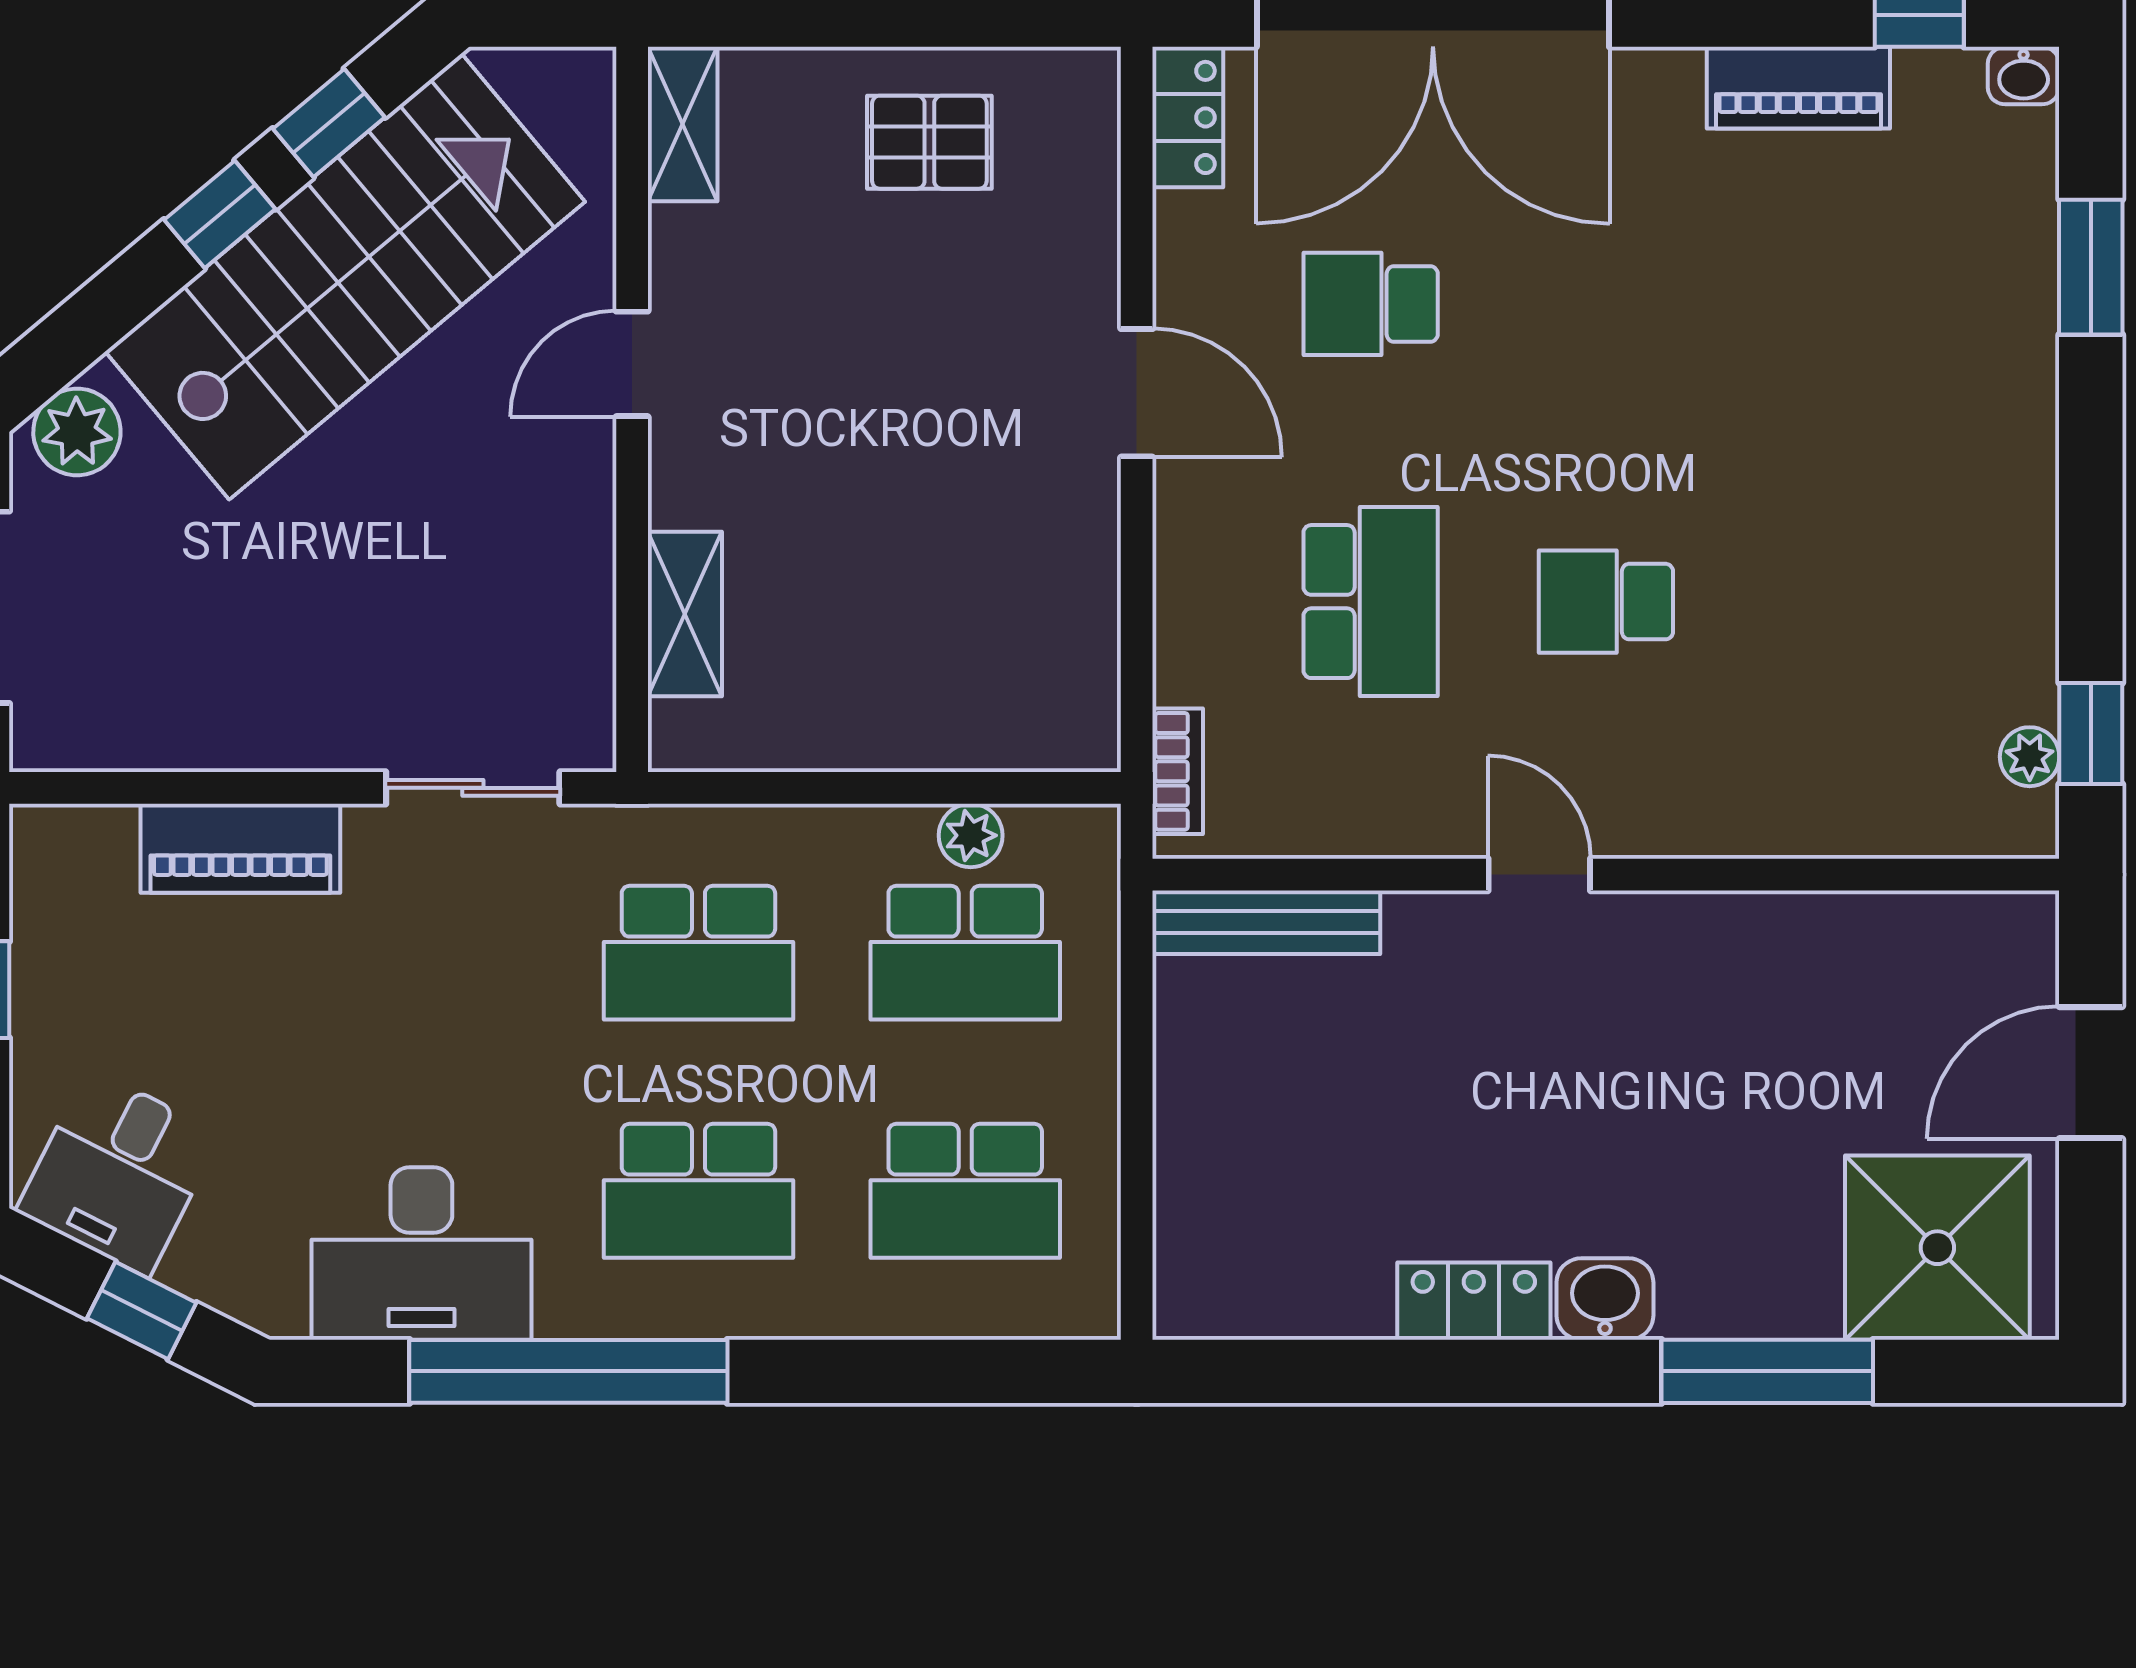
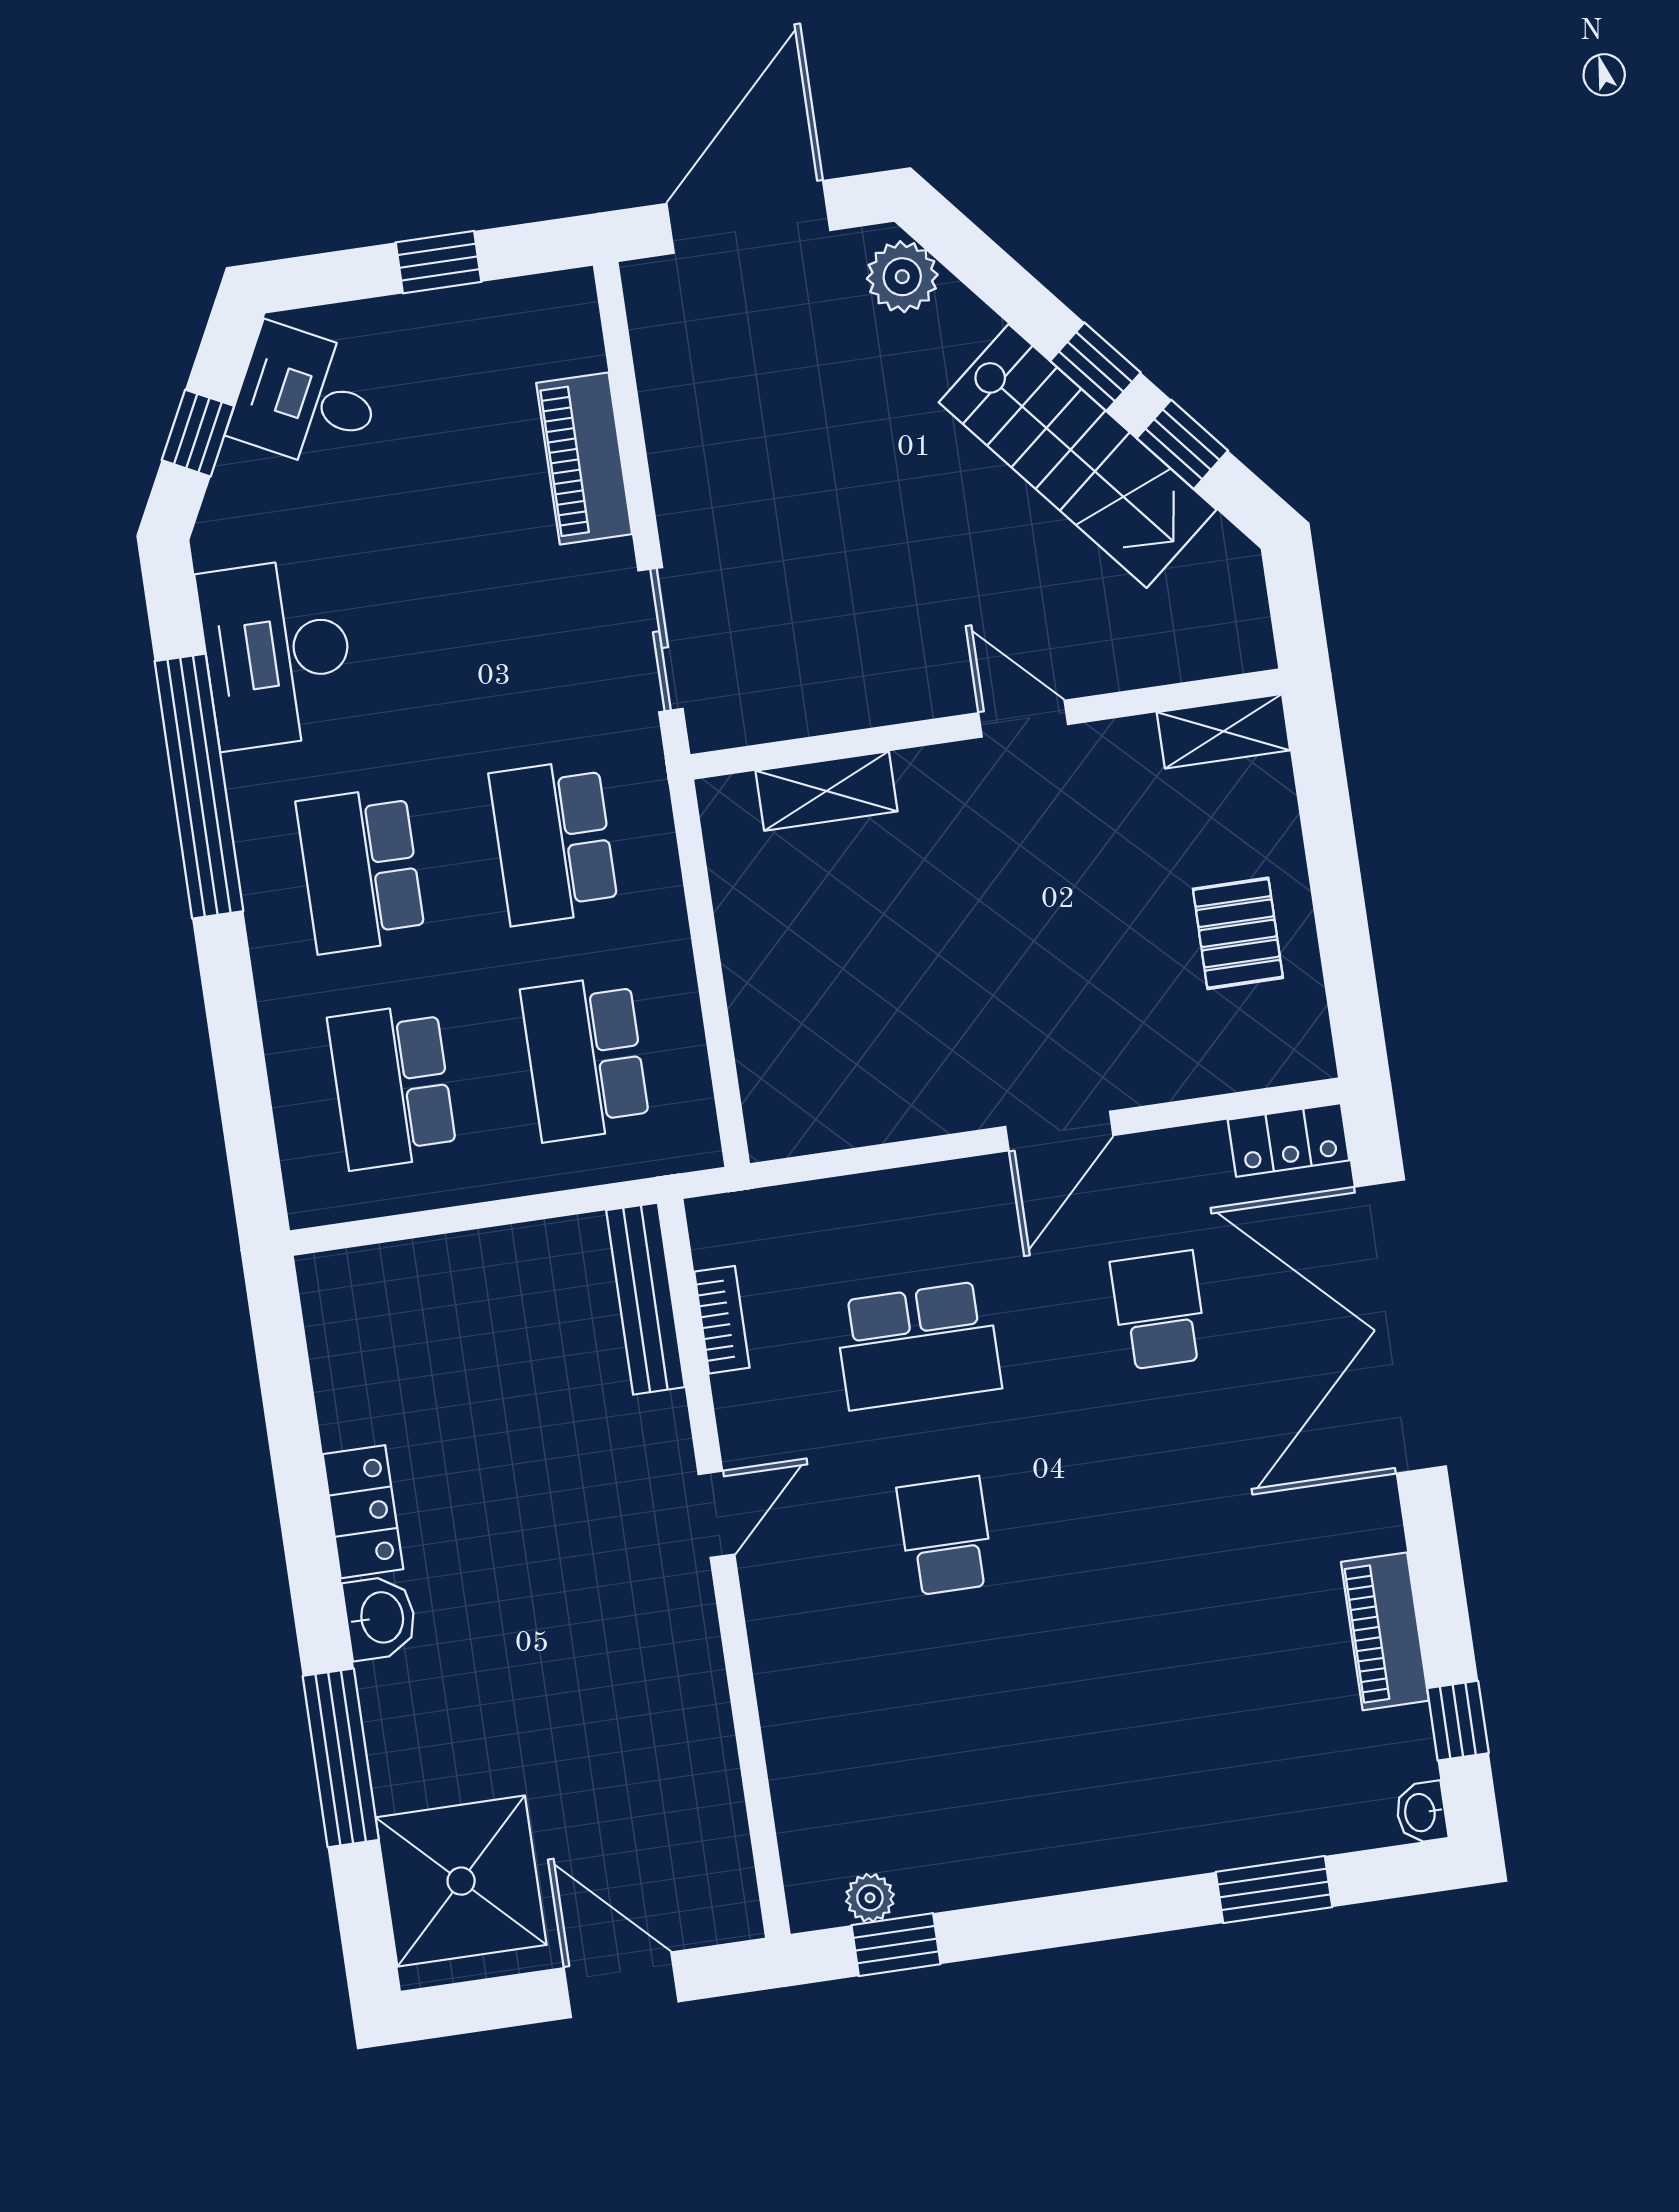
stairs: (345, 277) -> (1078, 456), width x0.73, depth x0.66
bookcase: (1178, 771) -> (722, 1320), moved, turned -90
plant: (971, 835) -> (681, 1049), removed

